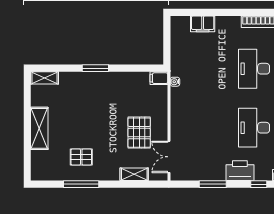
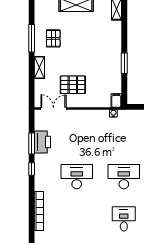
window: (95, 68) -> (124, 63), moved
printer: (240, 171) -> (42, 142), moved
shelving: (134, 174) -> (39, 68), moved
window: (259, 184) -> (32, 169), moved

